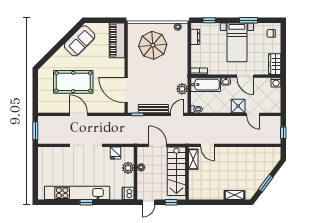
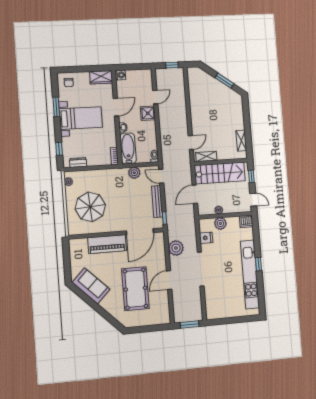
piano: (117, 40) -> (107, 244), moved
plant: (108, 123) -> (176, 248), added
shelving: (234, 195) -> (241, 141), moved

